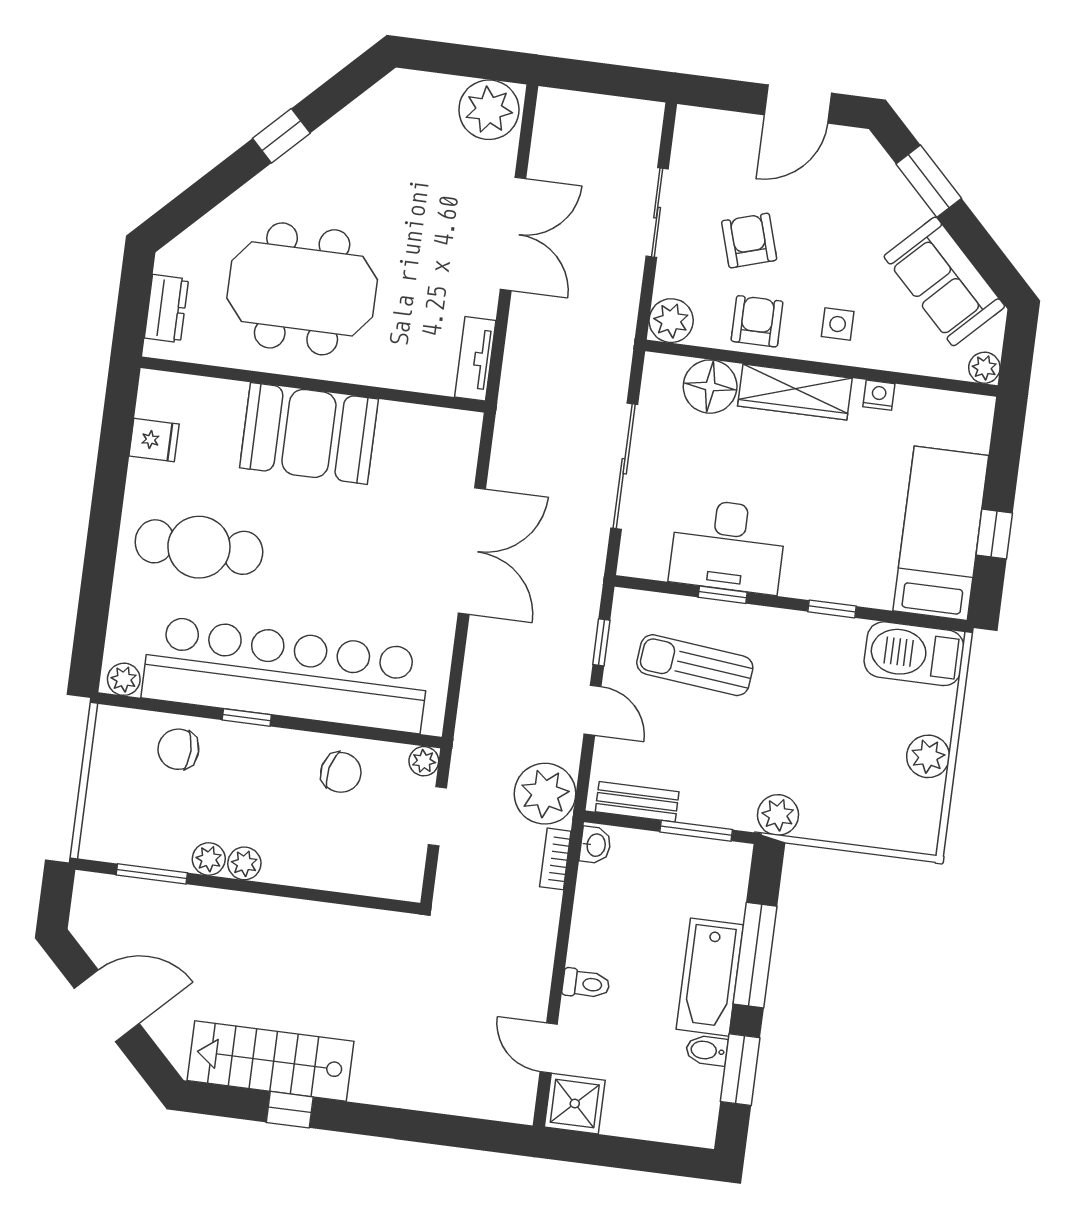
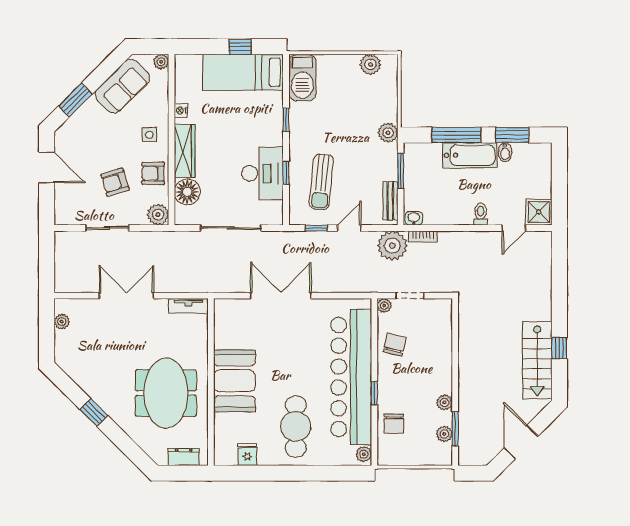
plant: (489, 110) -> (62, 322), width x0.53, depth x0.53
plant: (928, 756) -> (370, 65), moved
plant: (244, 863) -> (444, 434), moved

